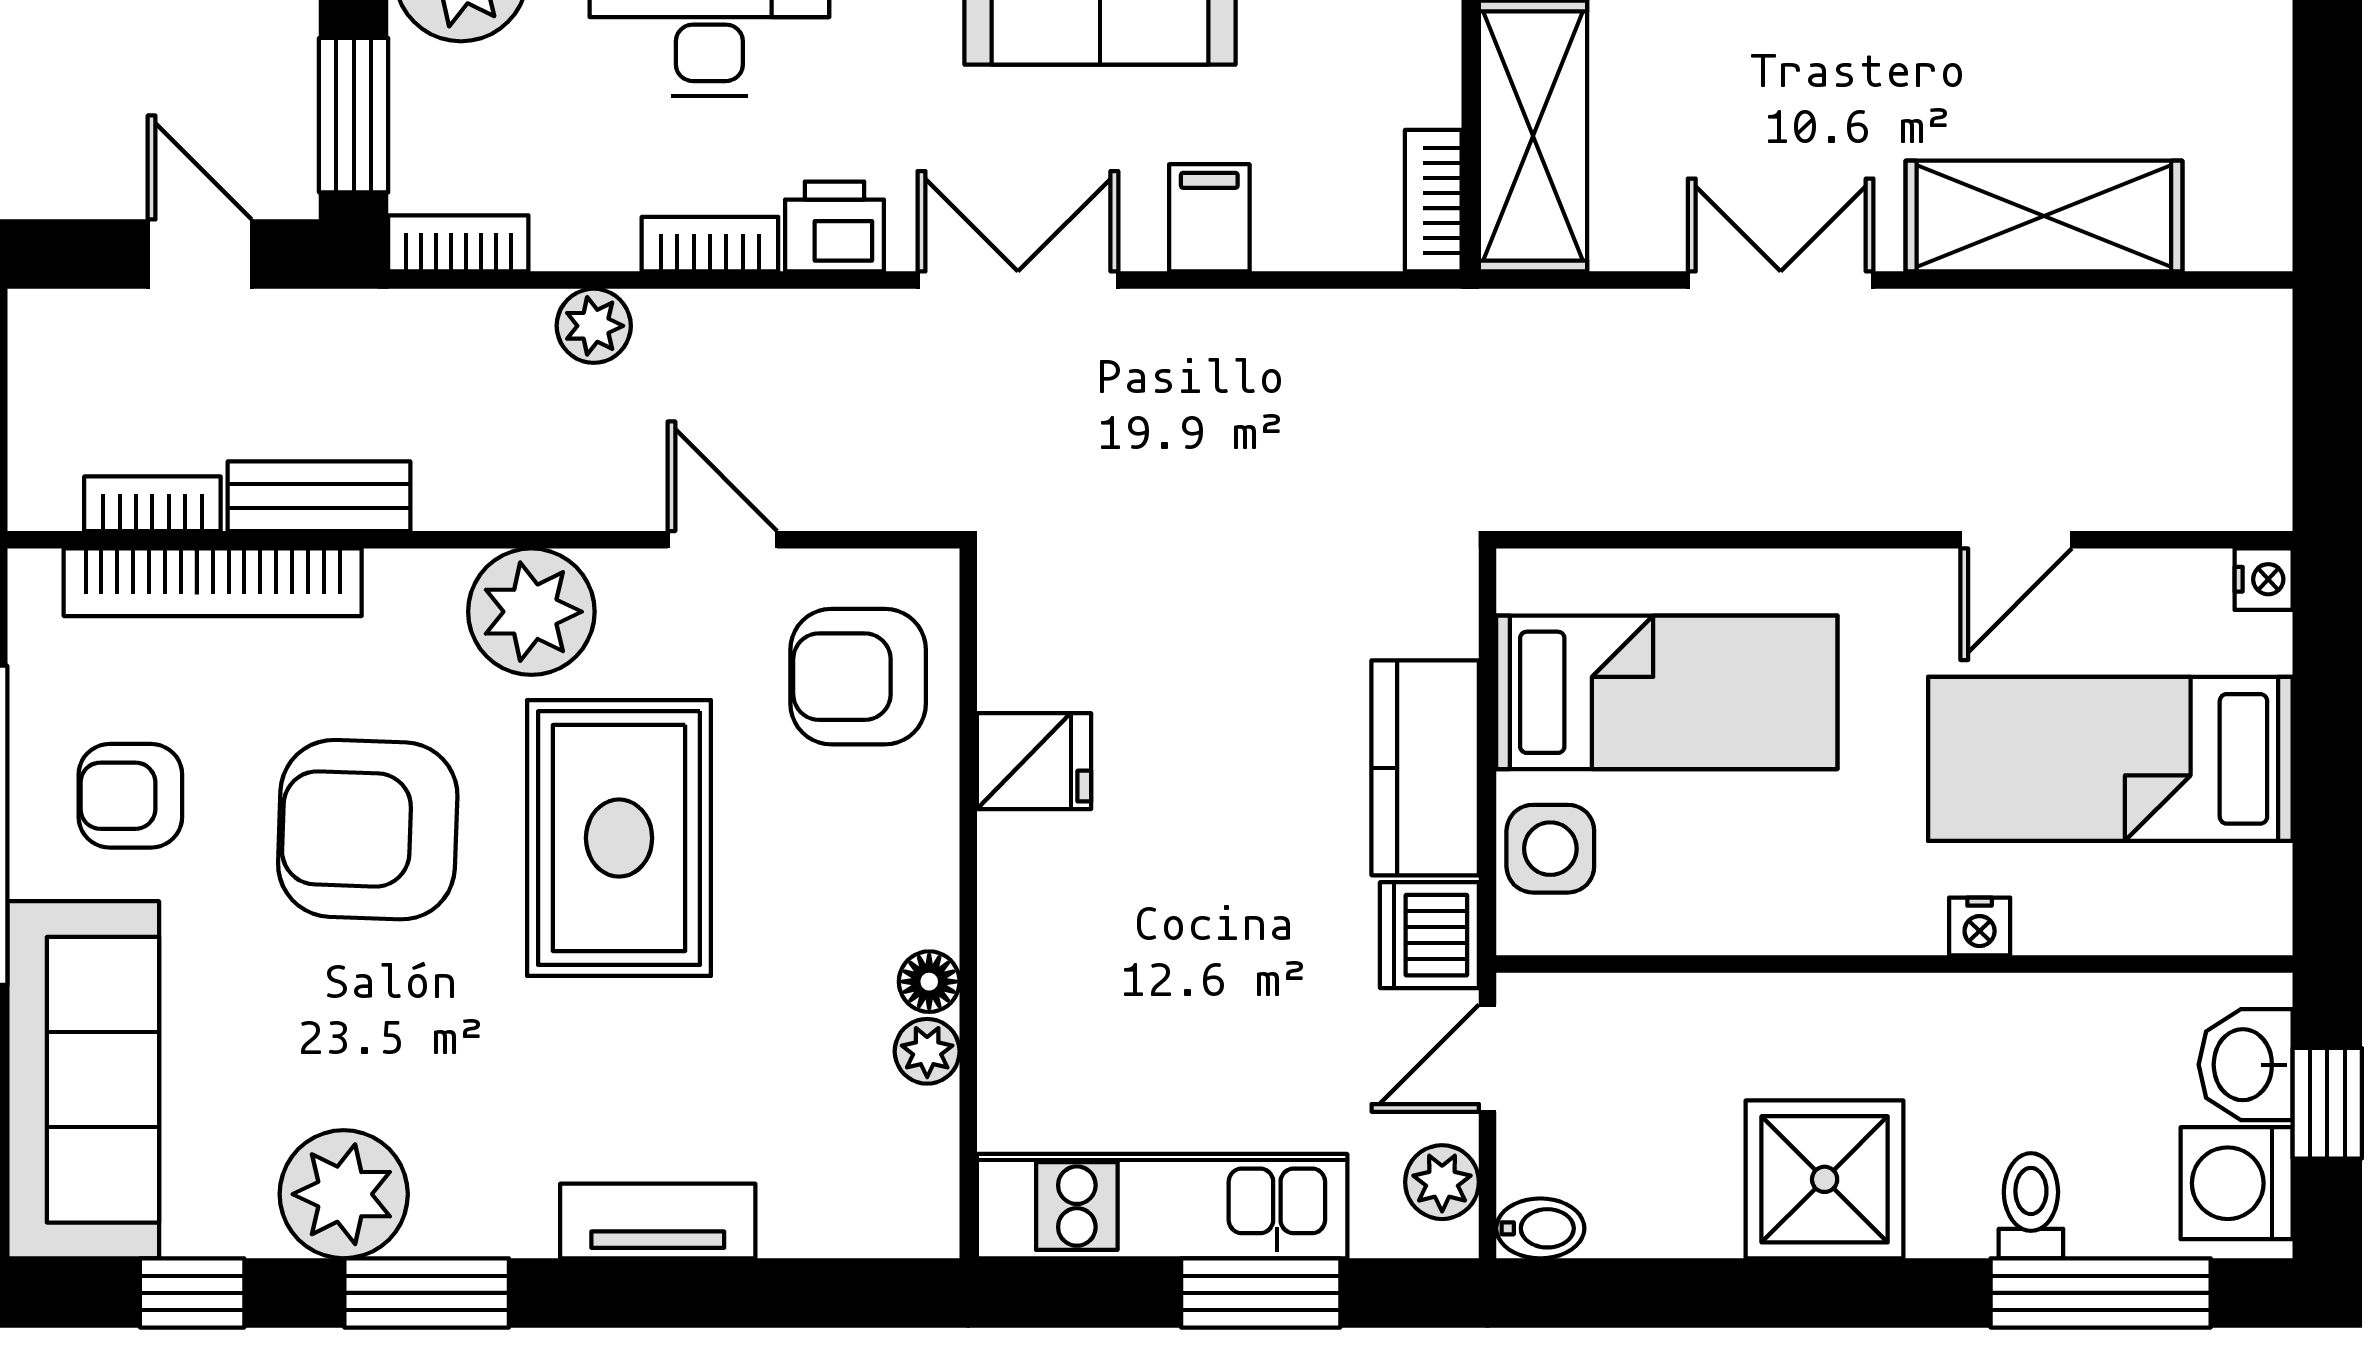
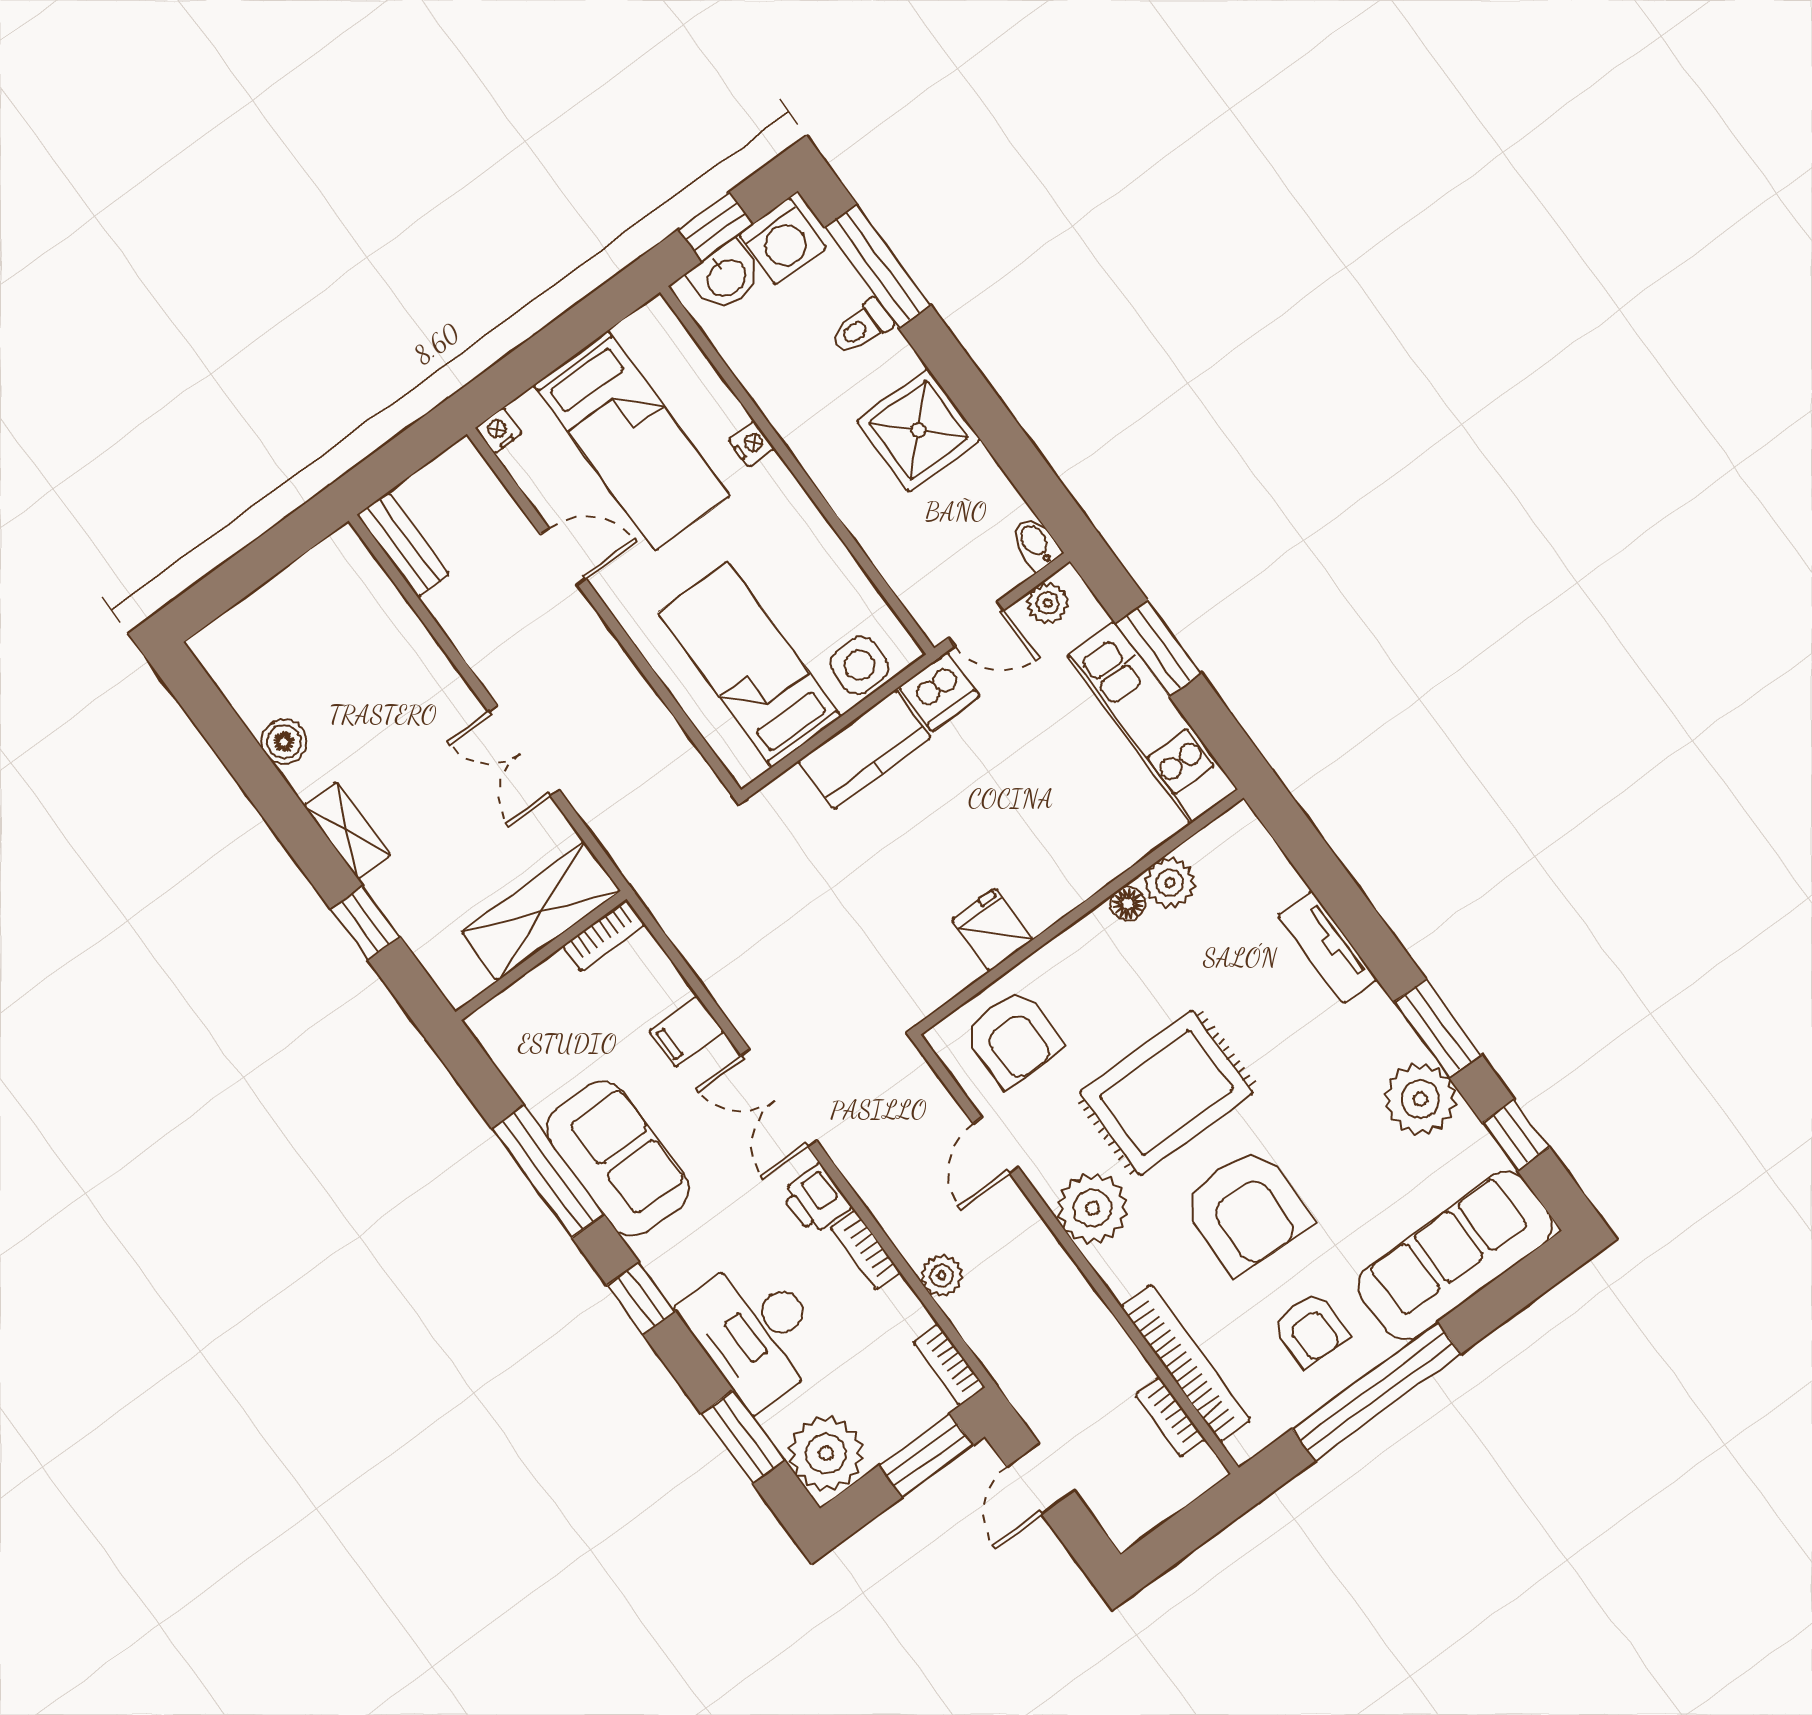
shelving: (2044, 216) -> (407, 652), removed
bench: (319, 496) -> (403, 545), moved
plant: (927, 1051) -> (1170, 883), width x1.37, depth x1.37

